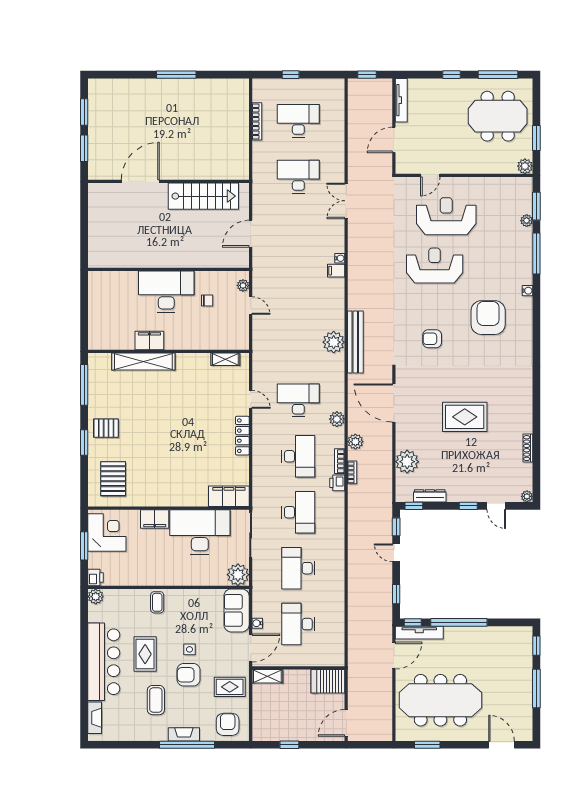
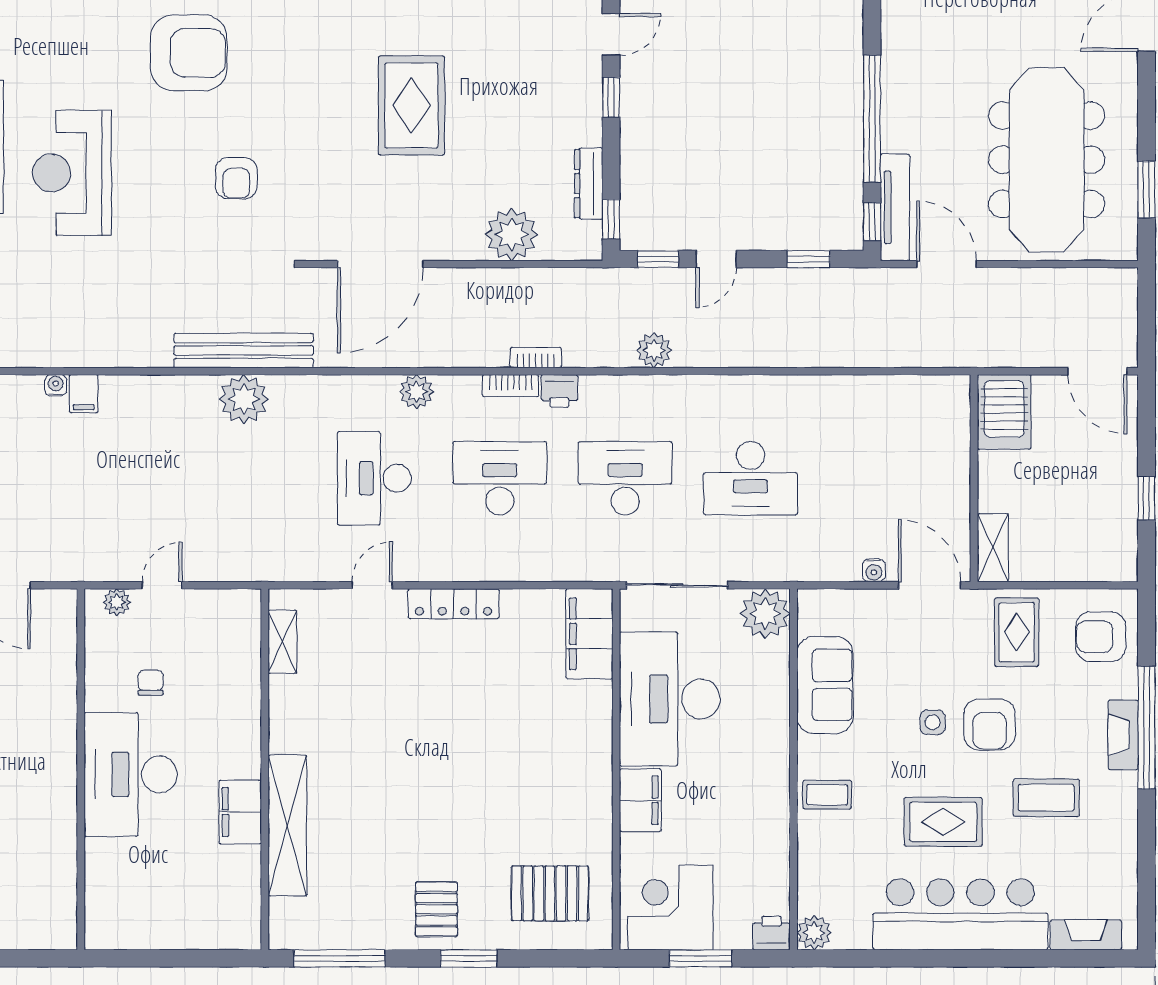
armchair: (488, 318) -> (189, 53), turned 180
plant: (355, 442) -> (654, 350), moved
sofa: (237, 610) -> (825, 685), moved, turned -90
desk: (298, 624) -> (876, 478), removed

